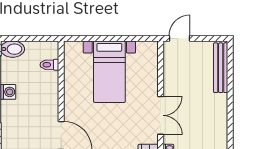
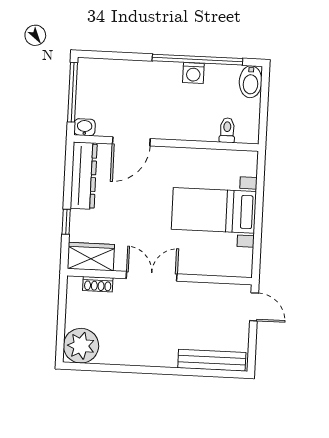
double door: (161, 115) -> (152, 276), swing flipped

